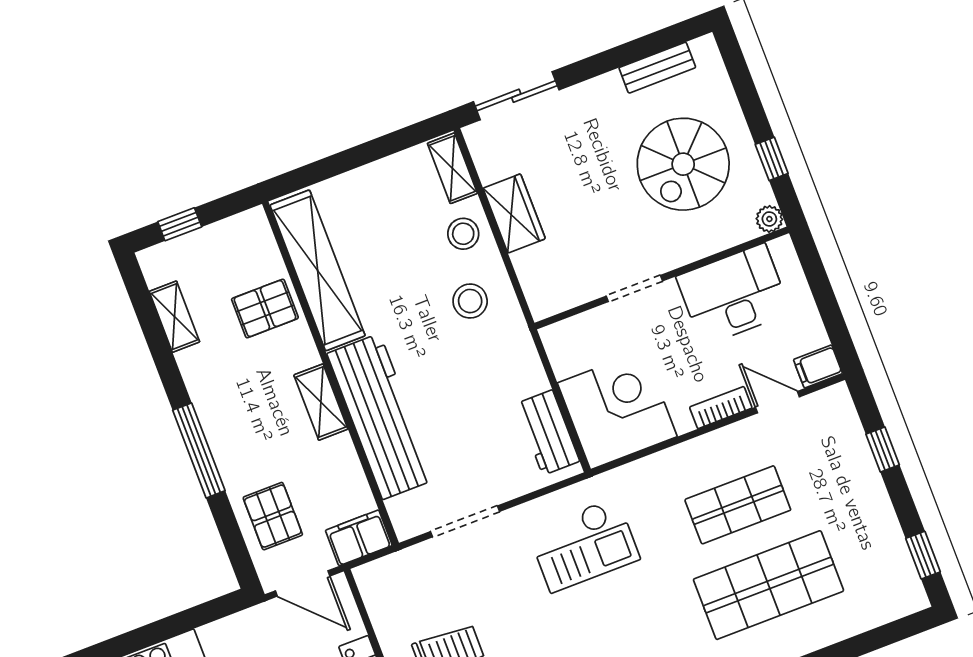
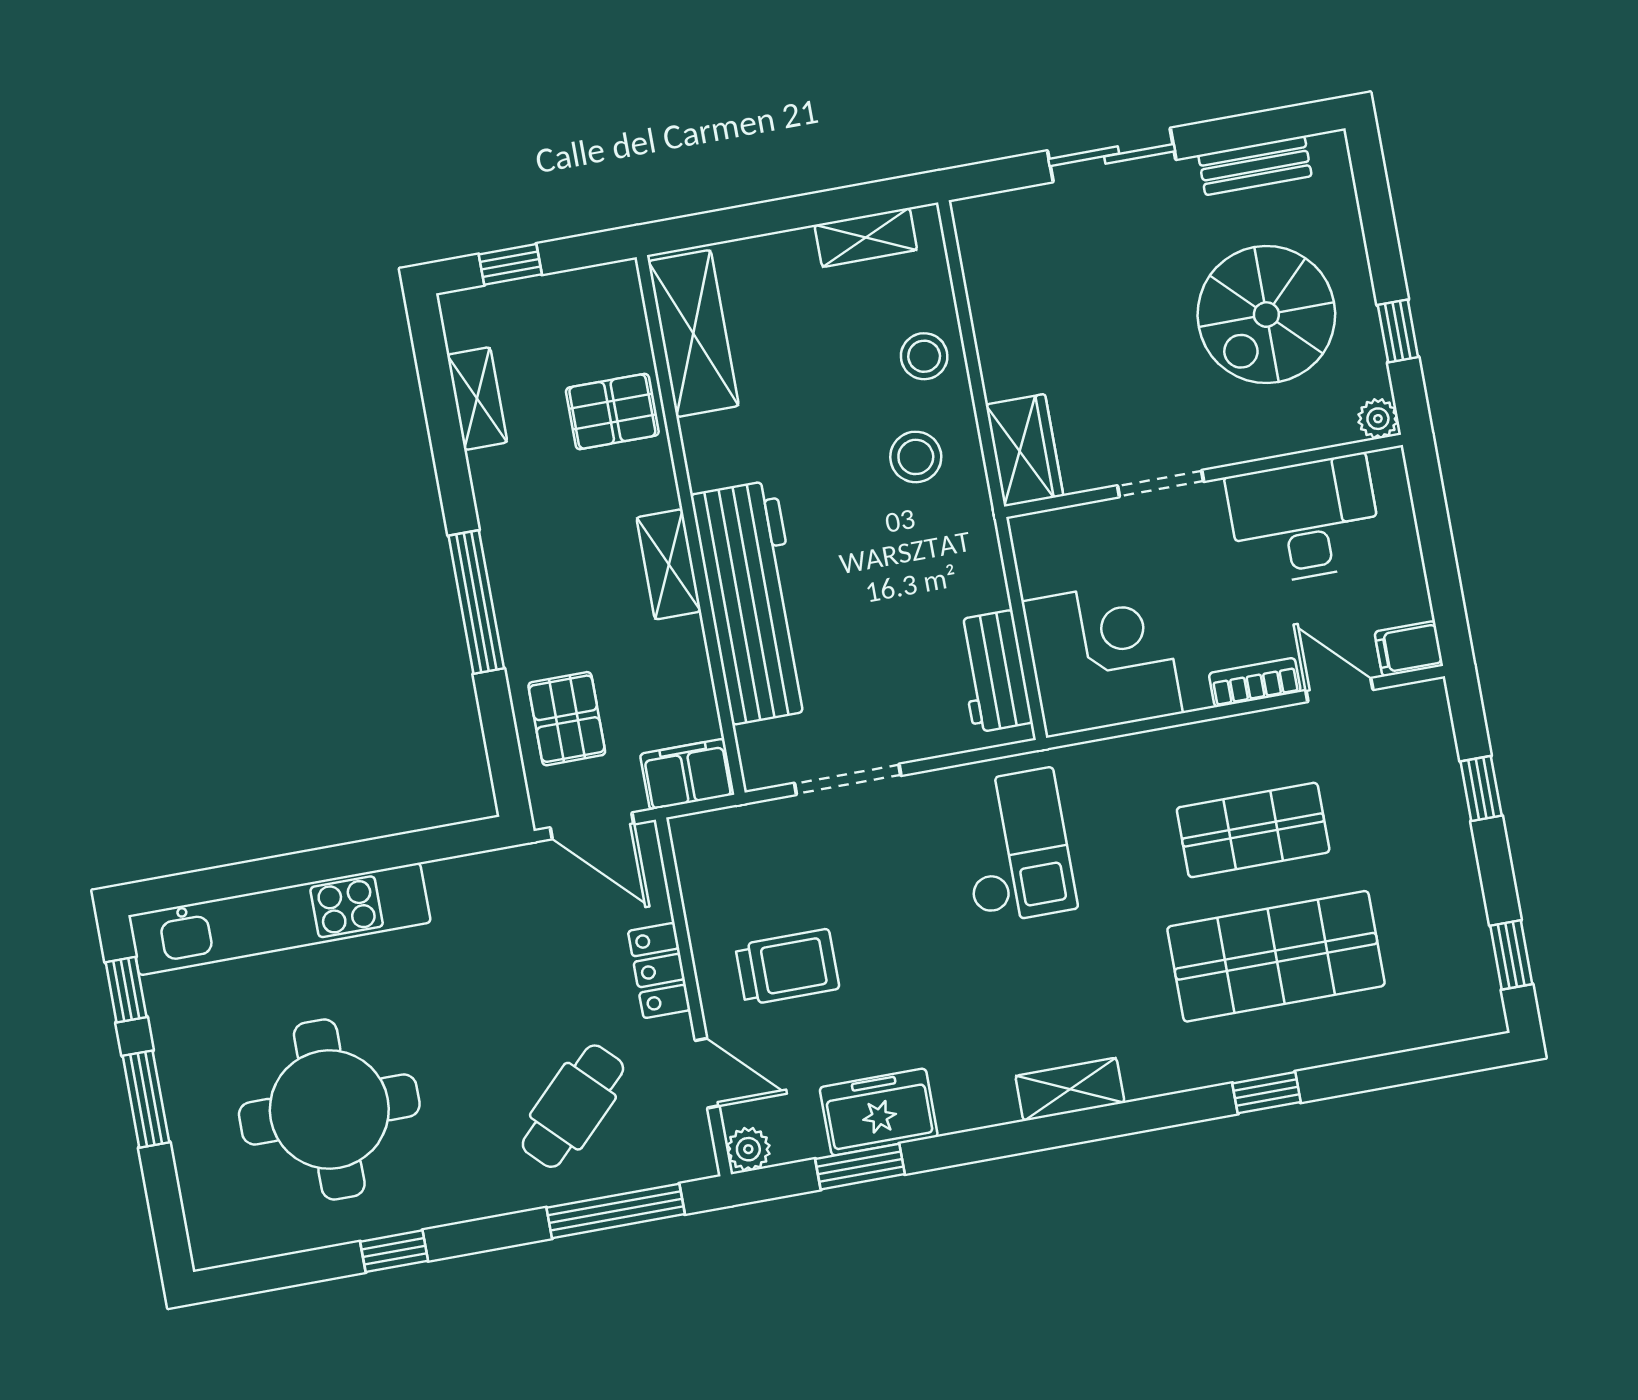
sliding door: (516, 96) -> (1112, 155), moved
shelving: (452, 168) -> (866, 237), moved, turned 90
wardrobe: (514, 213) -> (1024, 450), moved
shelving: (318, 270) -> (693, 334), width x0.68
checkout: (584, 545) -> (1016, 846), turned -90

